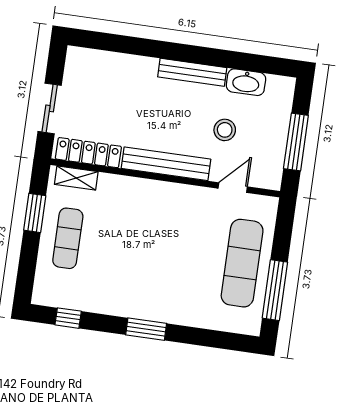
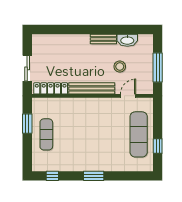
bench: (192, 72) -> (103, 39), width x0.73
shelving: (76, 178) -> (46, 102), removed
window: (275, 290) -> (158, 146), width x0.46

